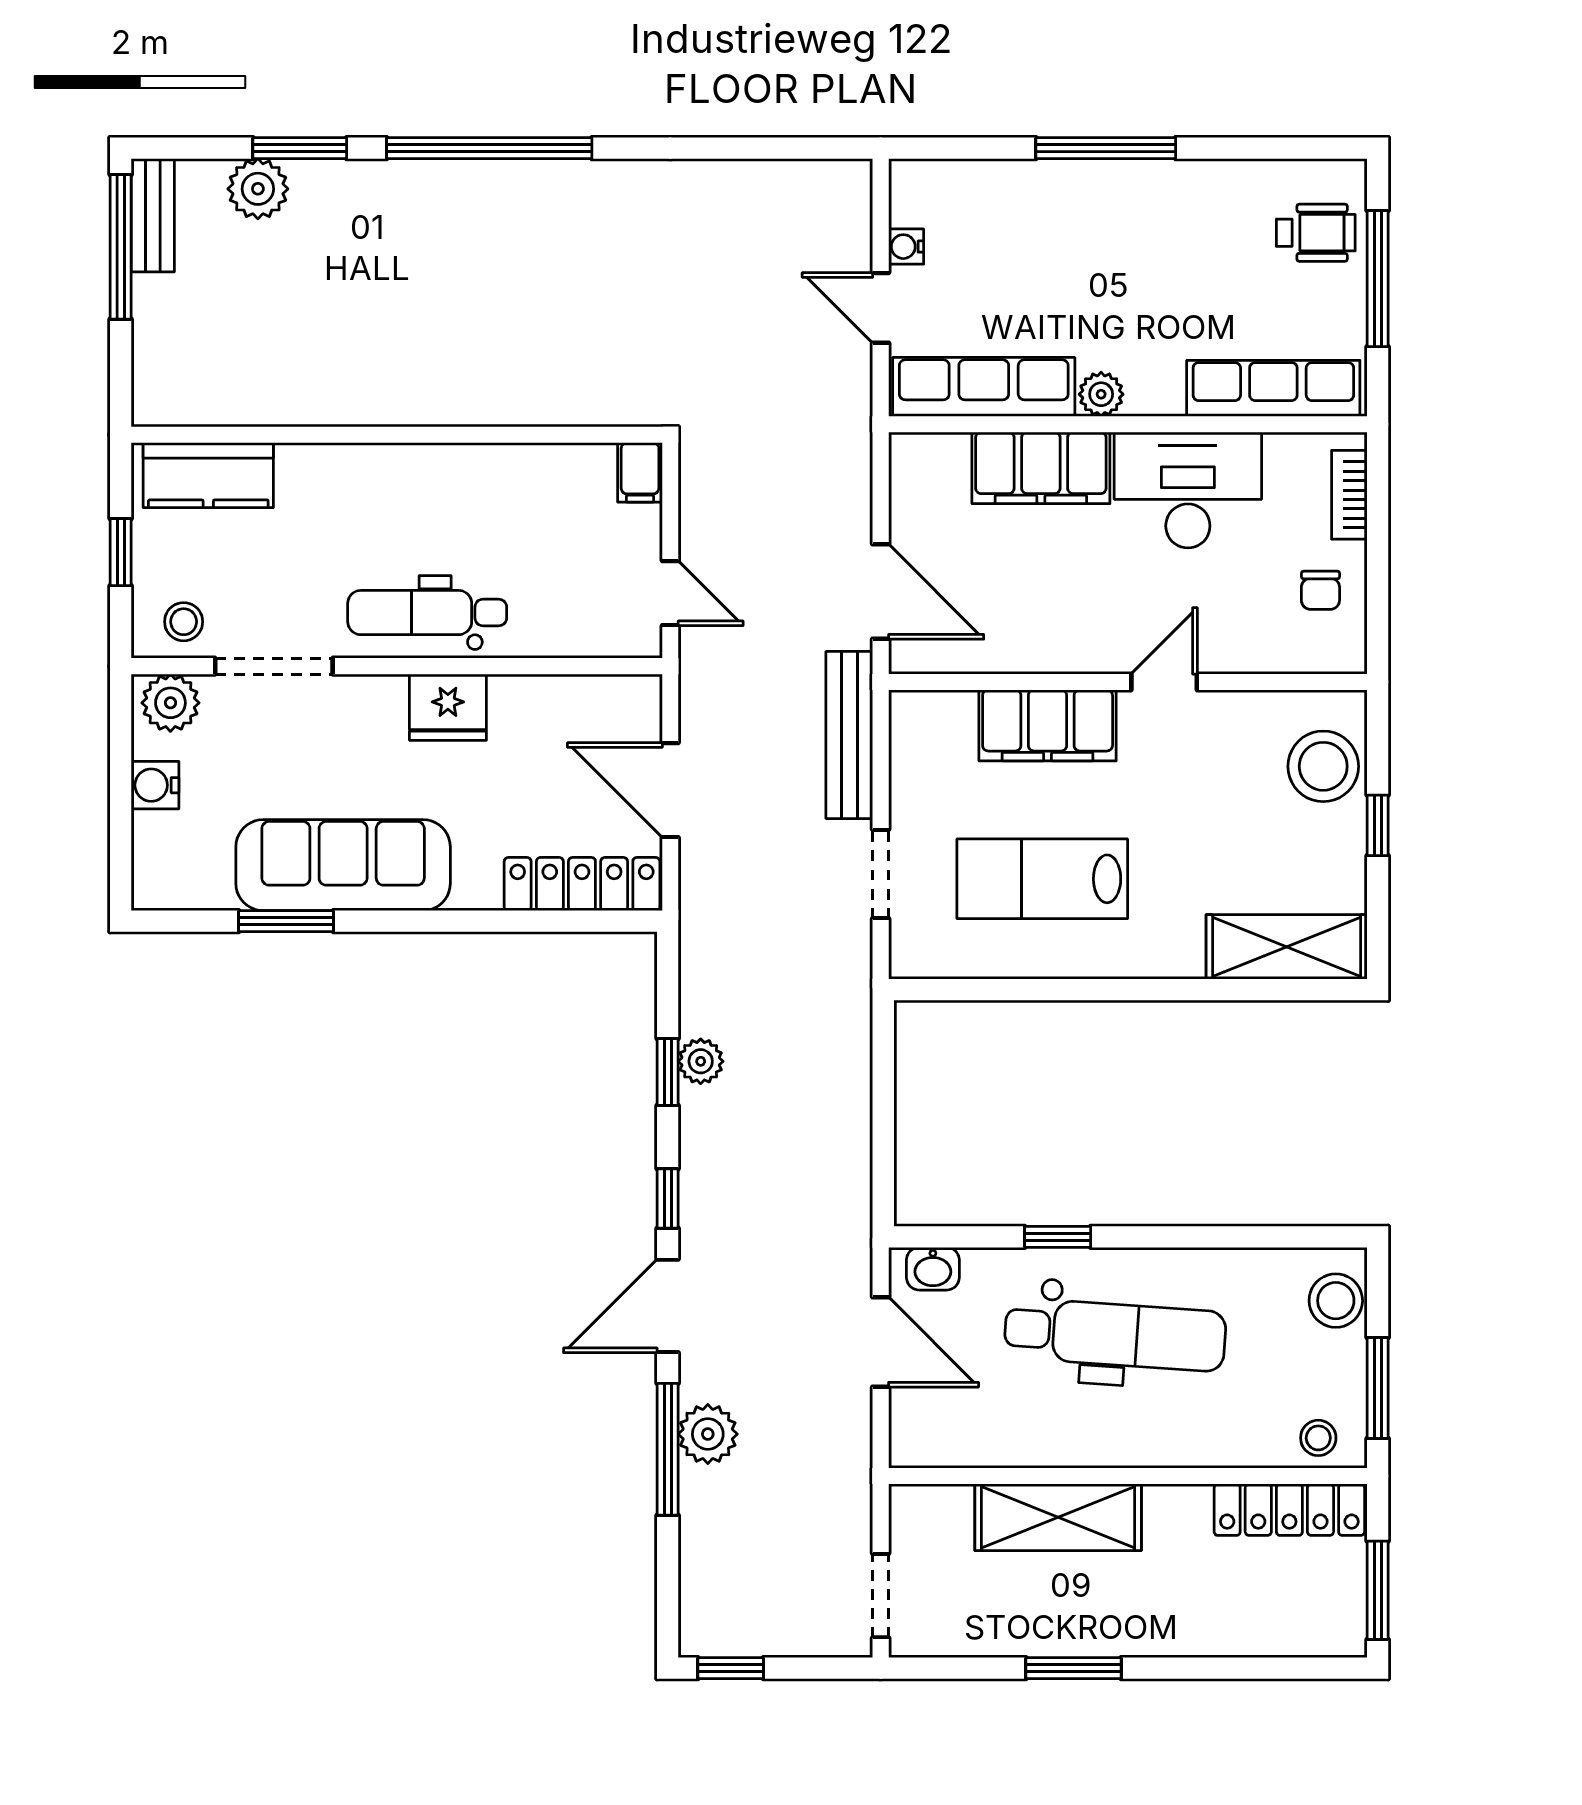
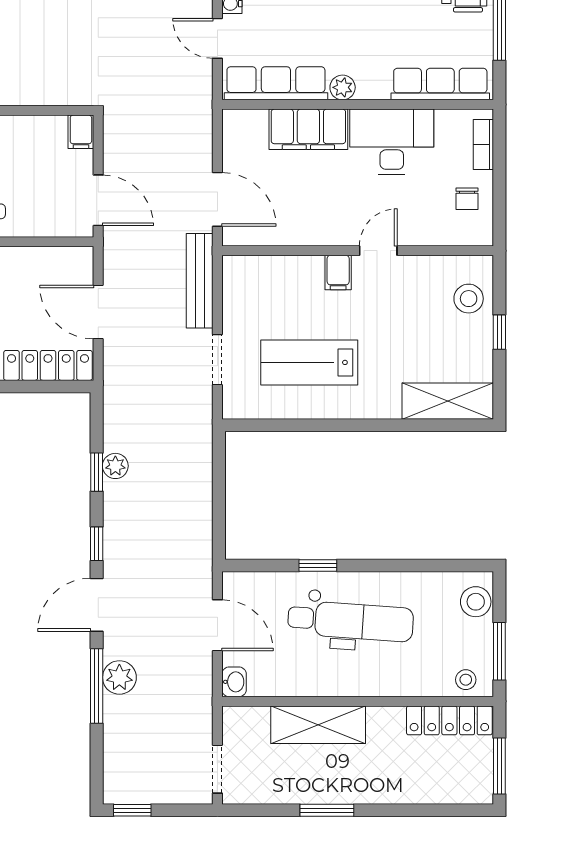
door: (670, 593) -> (98, 200), width x1.38
filing cabinet: (1048, 725) -> (338, 272), width x0.33, depth x0.86
stool: (1323, 766) -> (469, 299), width x0.73, depth x0.73
washbasin: (933, 1269) -> (234, 682), moved, turned -90

